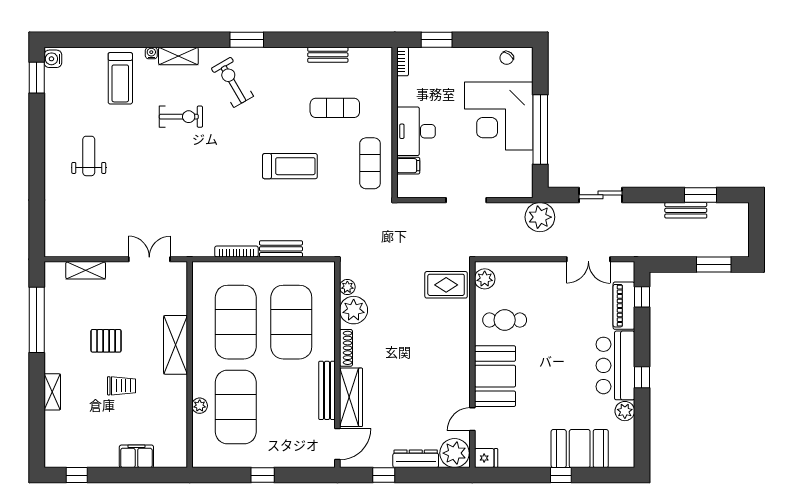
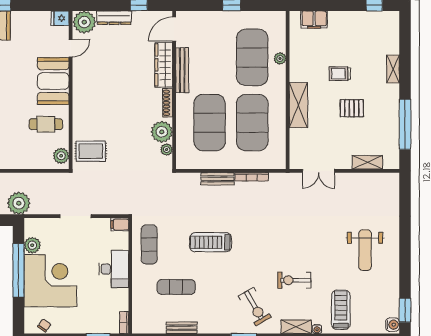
weight bench: (89, 156) -> (365, 250), width x1.36, depth x1.33
plant: (522, 162) -> (32, 245), added
filing cabinet: (408, 166) -> (120, 224), moved
filing cabinet: (136, 456) -> (314, 20), moved

